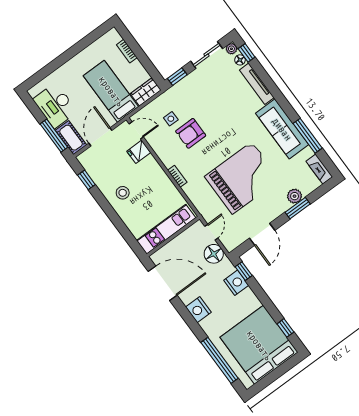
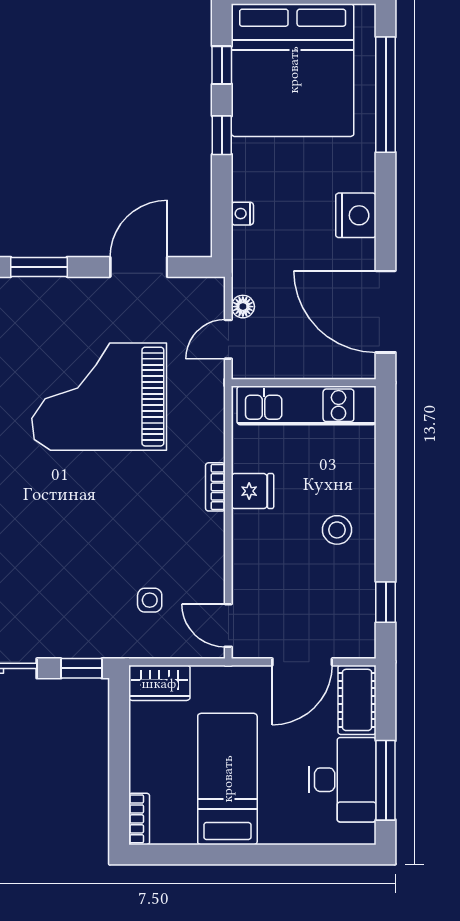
bookcase: (127, 51) -> (139, 819), moved
bed: (111, 91) -> (227, 779), moved, turned 180
armchair: (191, 133) -> (133, 547), removed
window: (54, 136) -> (386, 780), moved
fridge: (139, 152) -> (253, 491), moved
plant: (295, 196) -> (28, 293), removed
floor lamp: (214, 254) -> (243, 307), width x0.53, depth x0.53
window: (244, 271) -> (222, 135), moved
nightstand: (236, 283) -> (242, 214), width x0.53, depth x0.56

